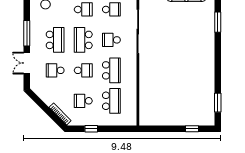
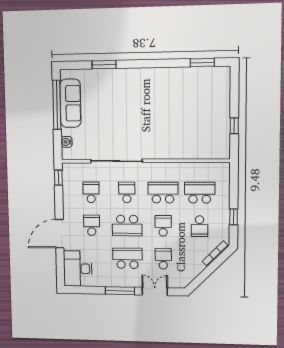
school desk: (111, 40) -> (127, 192), turned 180
double door: (27, 63) -> (155, 291), swing flipped
school desk: (55, 70) -> (163, 259), turned 180
window: (192, 129) -> (234, 126), moved

